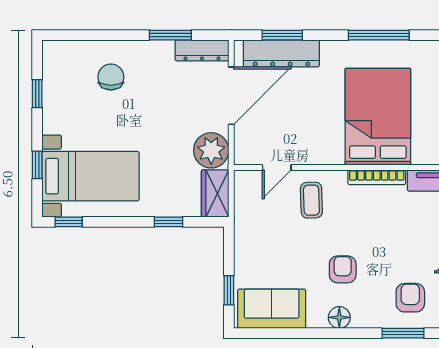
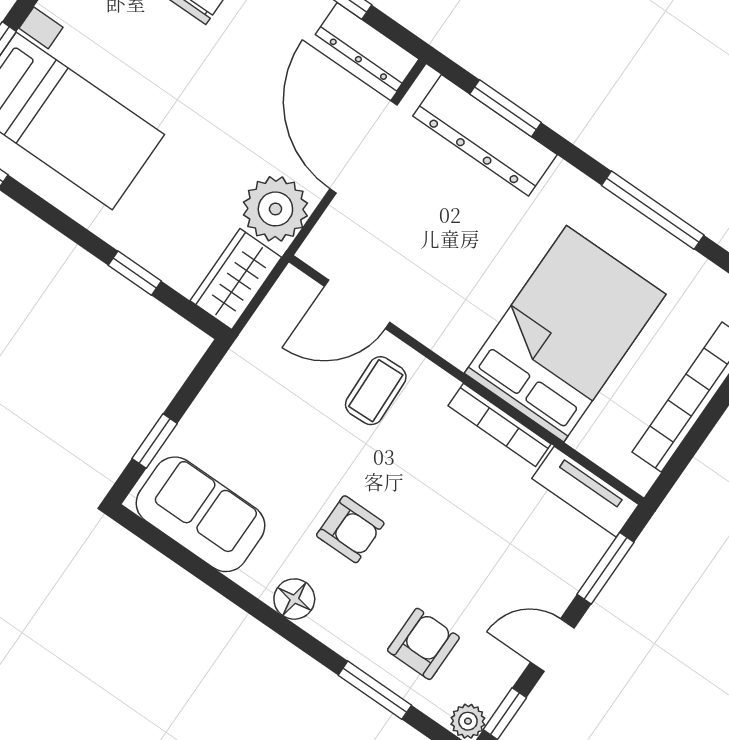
door: (231, 96) -> (364, 147), swing flipped
door: (277, 168) -> (357, 304), width x1.38
armchair: (343, 269) -> (350, 529), turned 90

